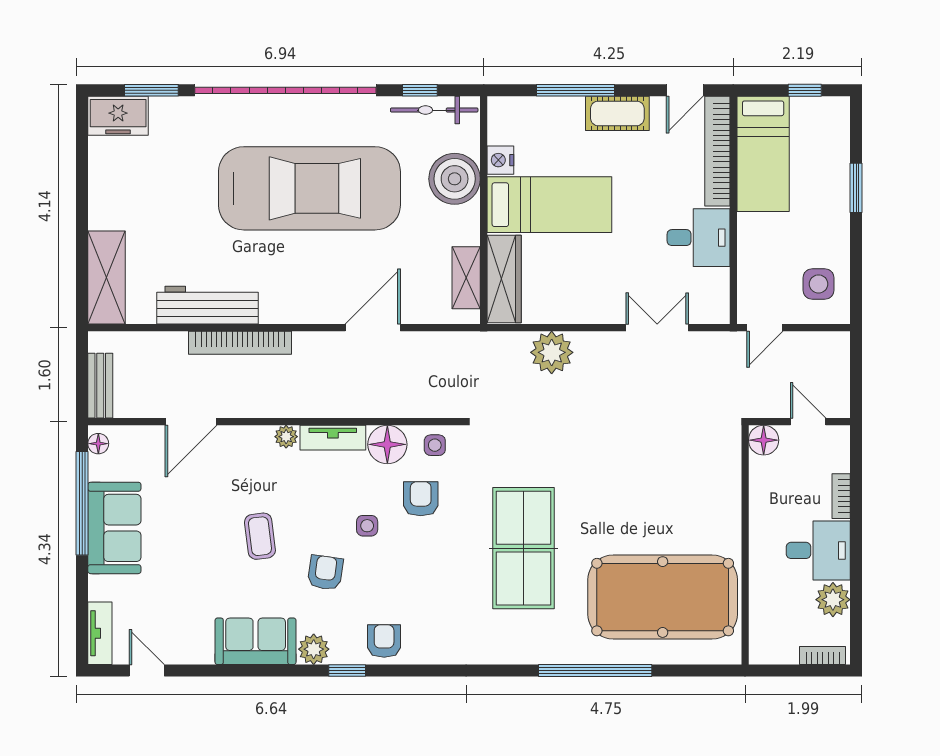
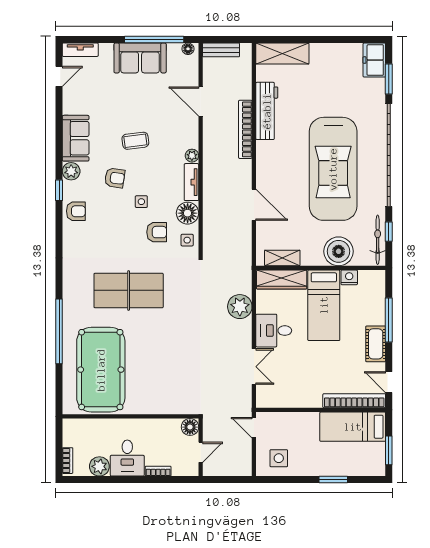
window: (805, 90) -> (389, 450), width x1.50
desk: (698, 238) -> (274, 331), moved, turned 90

